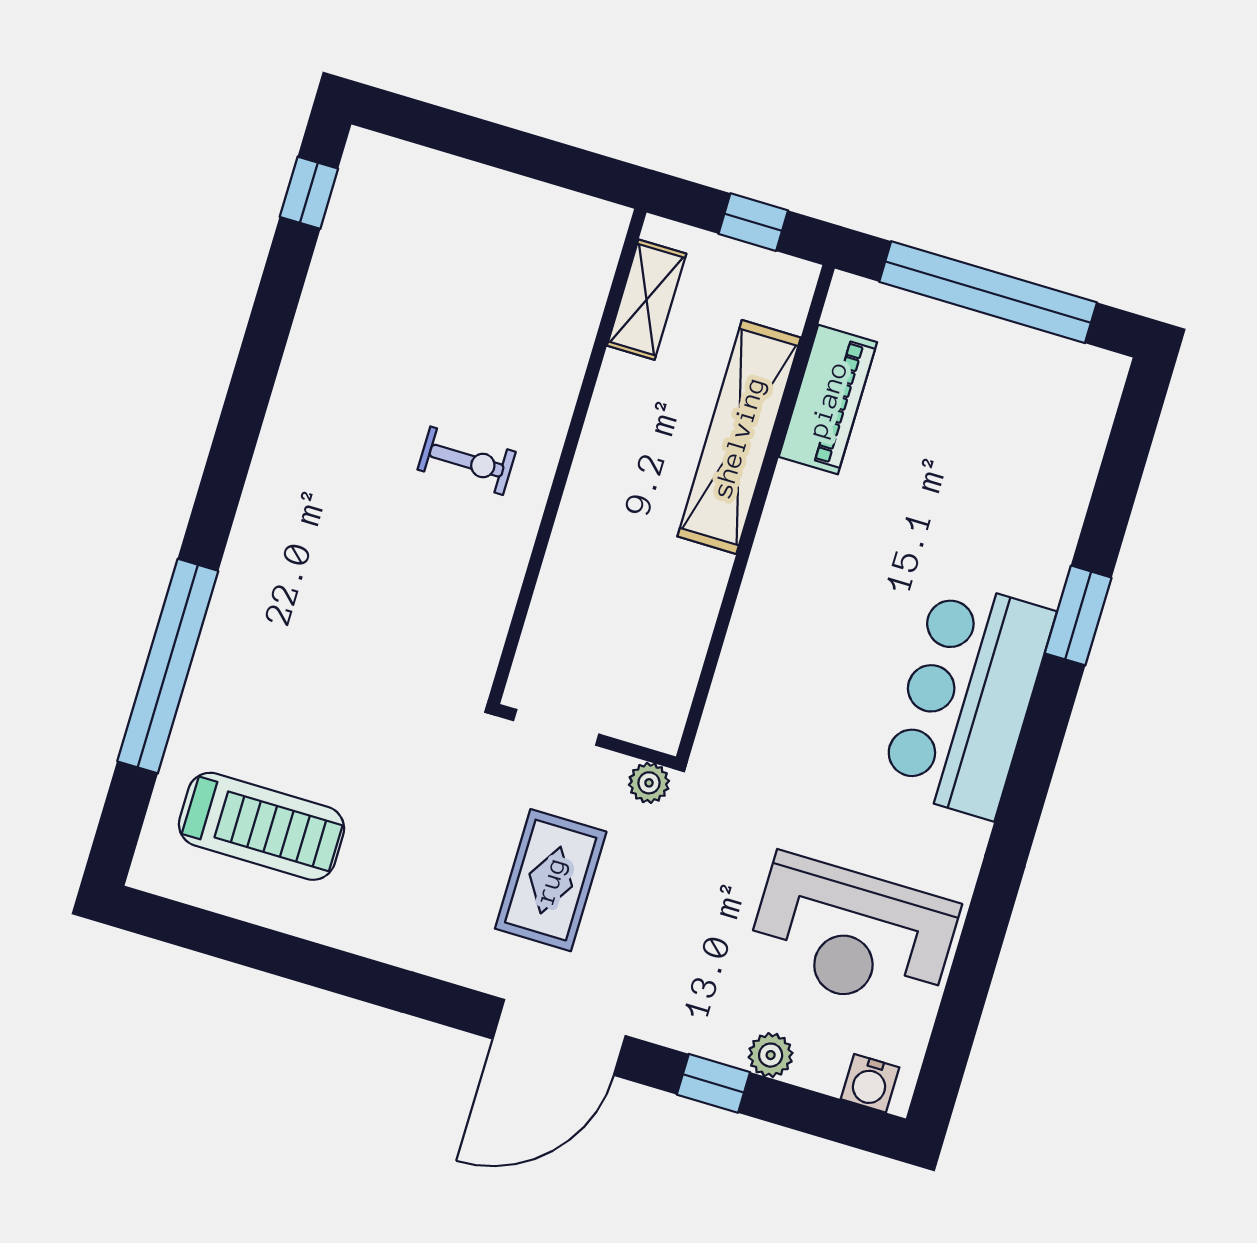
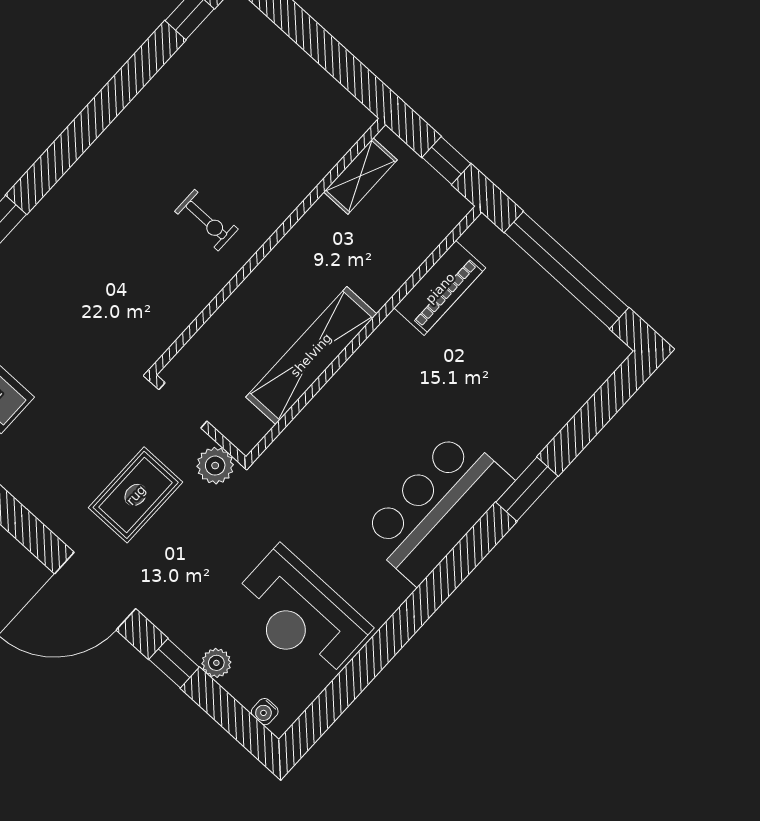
shelving: (739, 437) -> (311, 355), moved
plant: (649, 783) -> (215, 466), width x1.38, depth x1.38
water cooler: (870, 1083) -> (265, 712), width x0.72, depth x0.72

